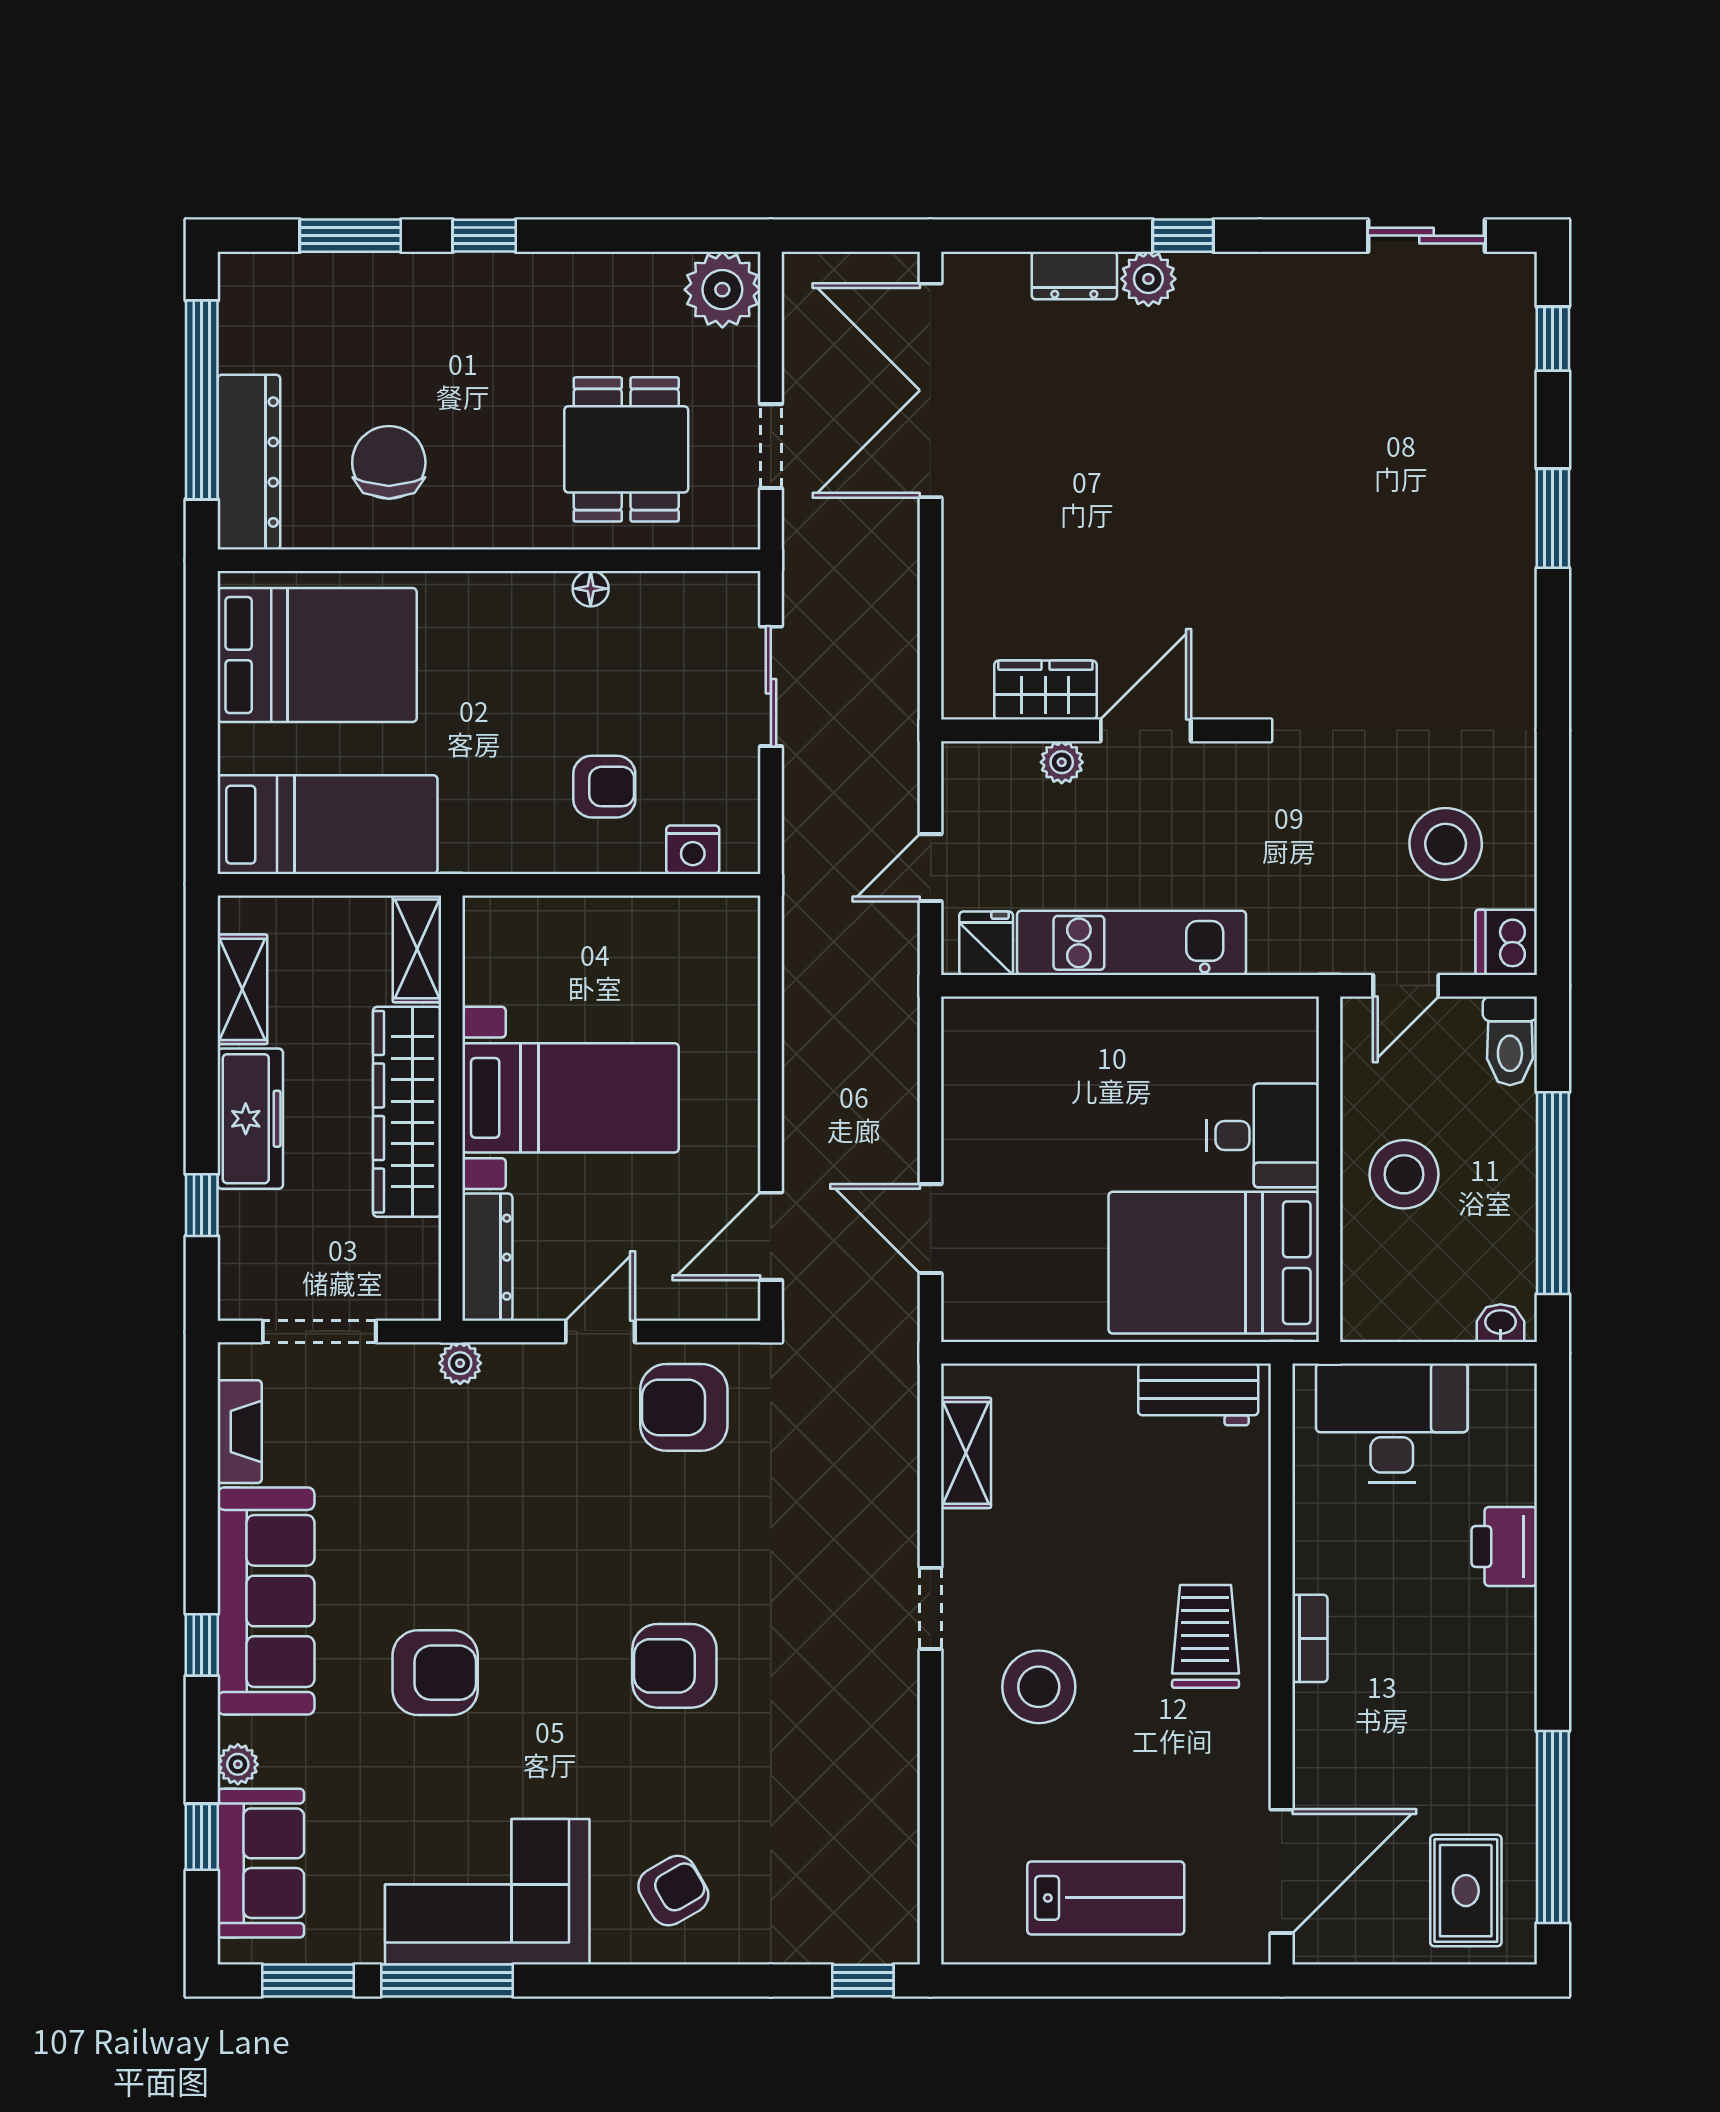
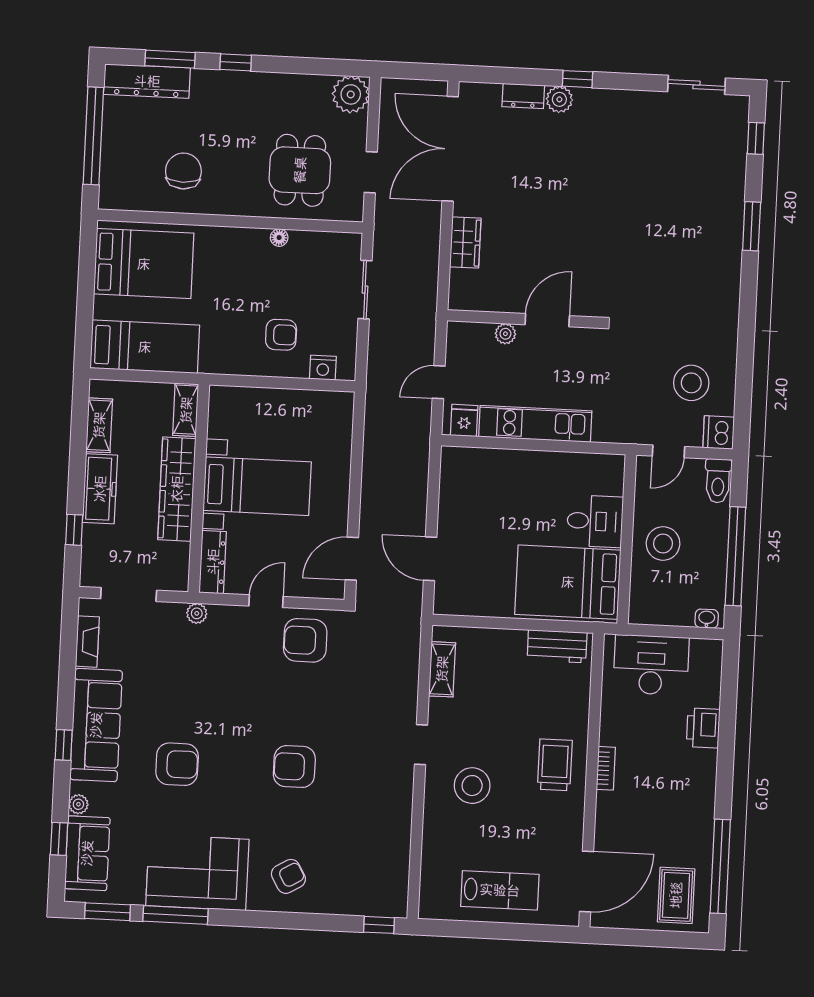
dresser: (249, 462) -> (147, 81), moved, turned 90
wardrobe: (1045, 690) -> (465, 243), moved, turned 90

